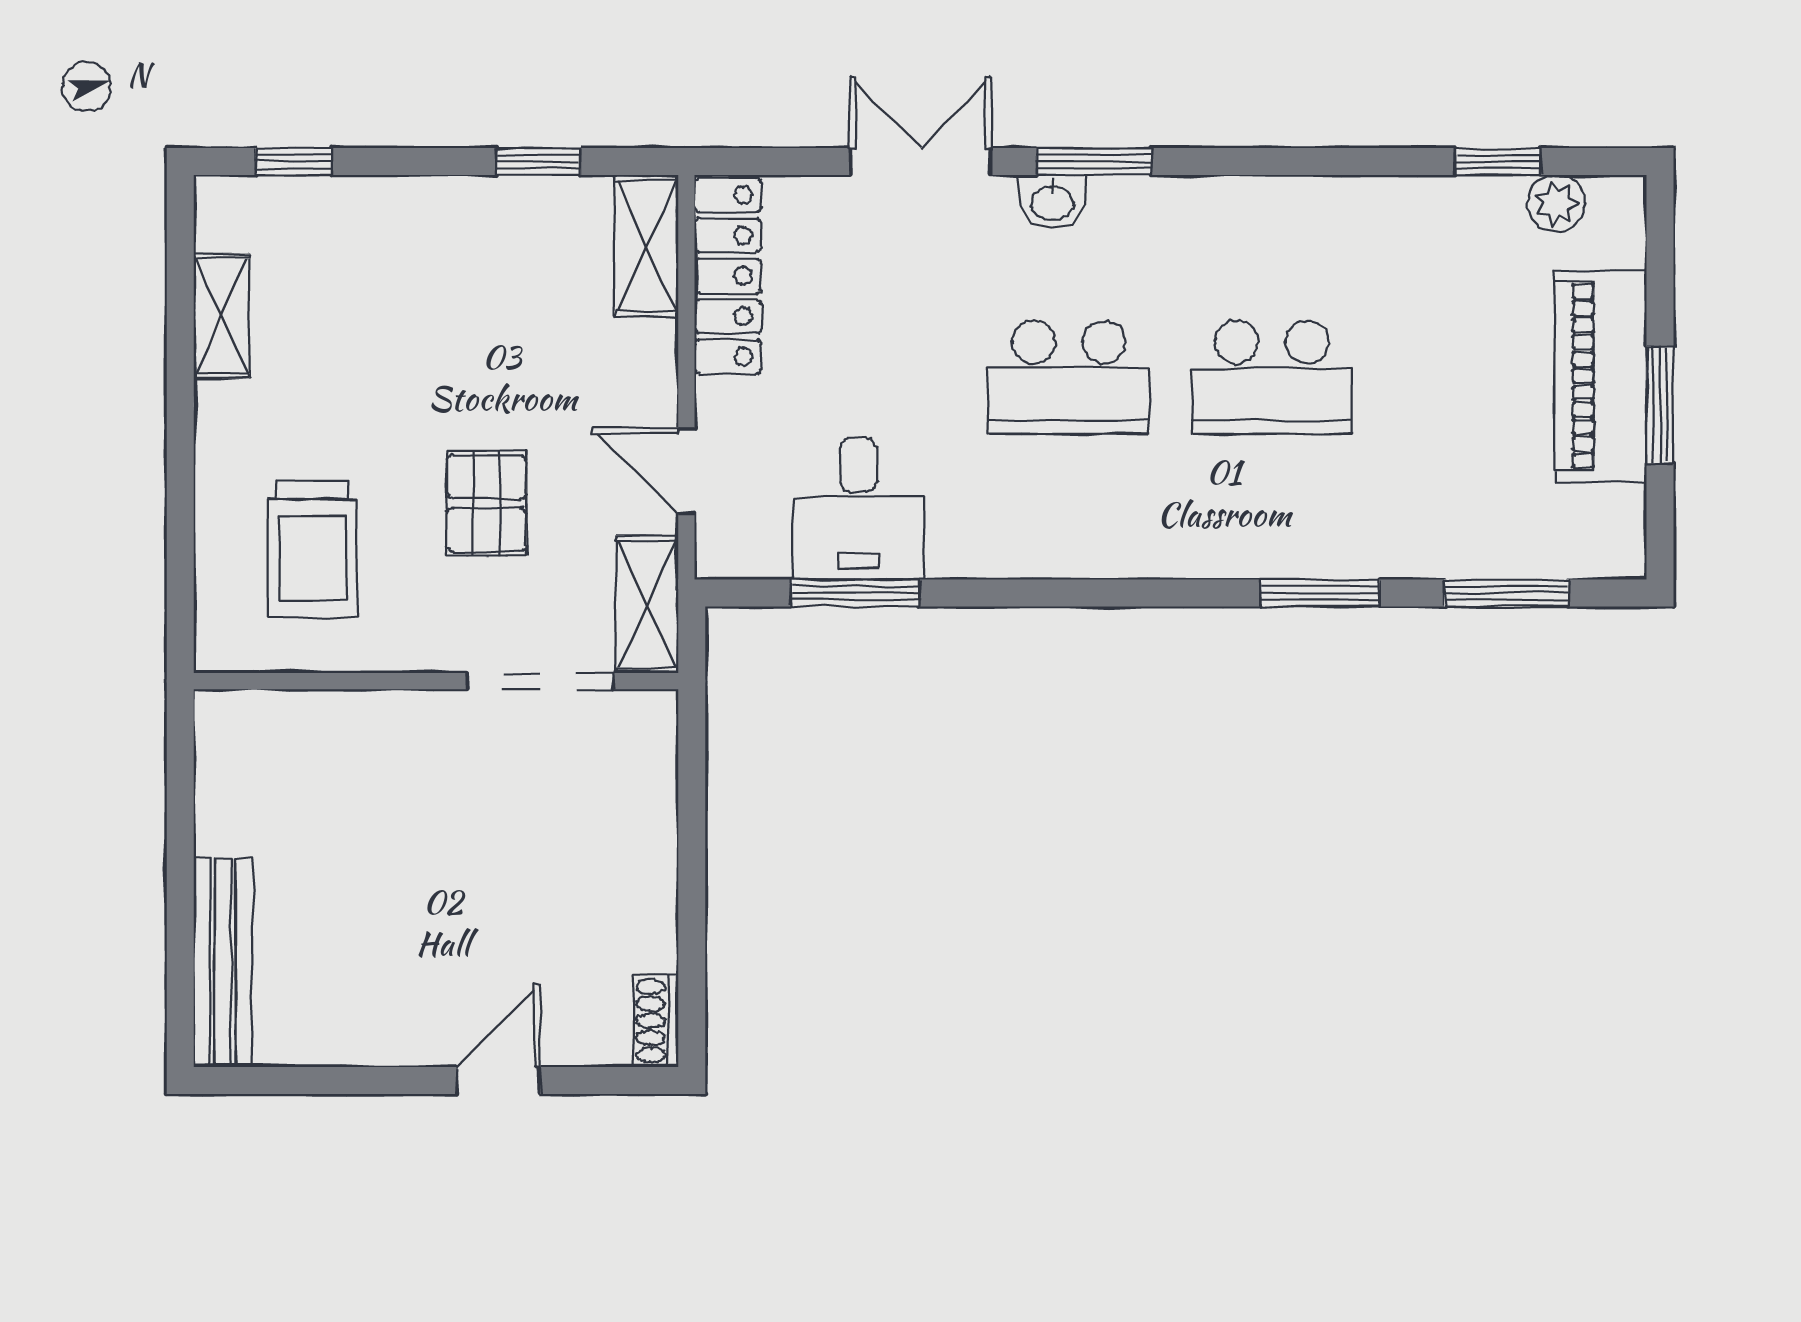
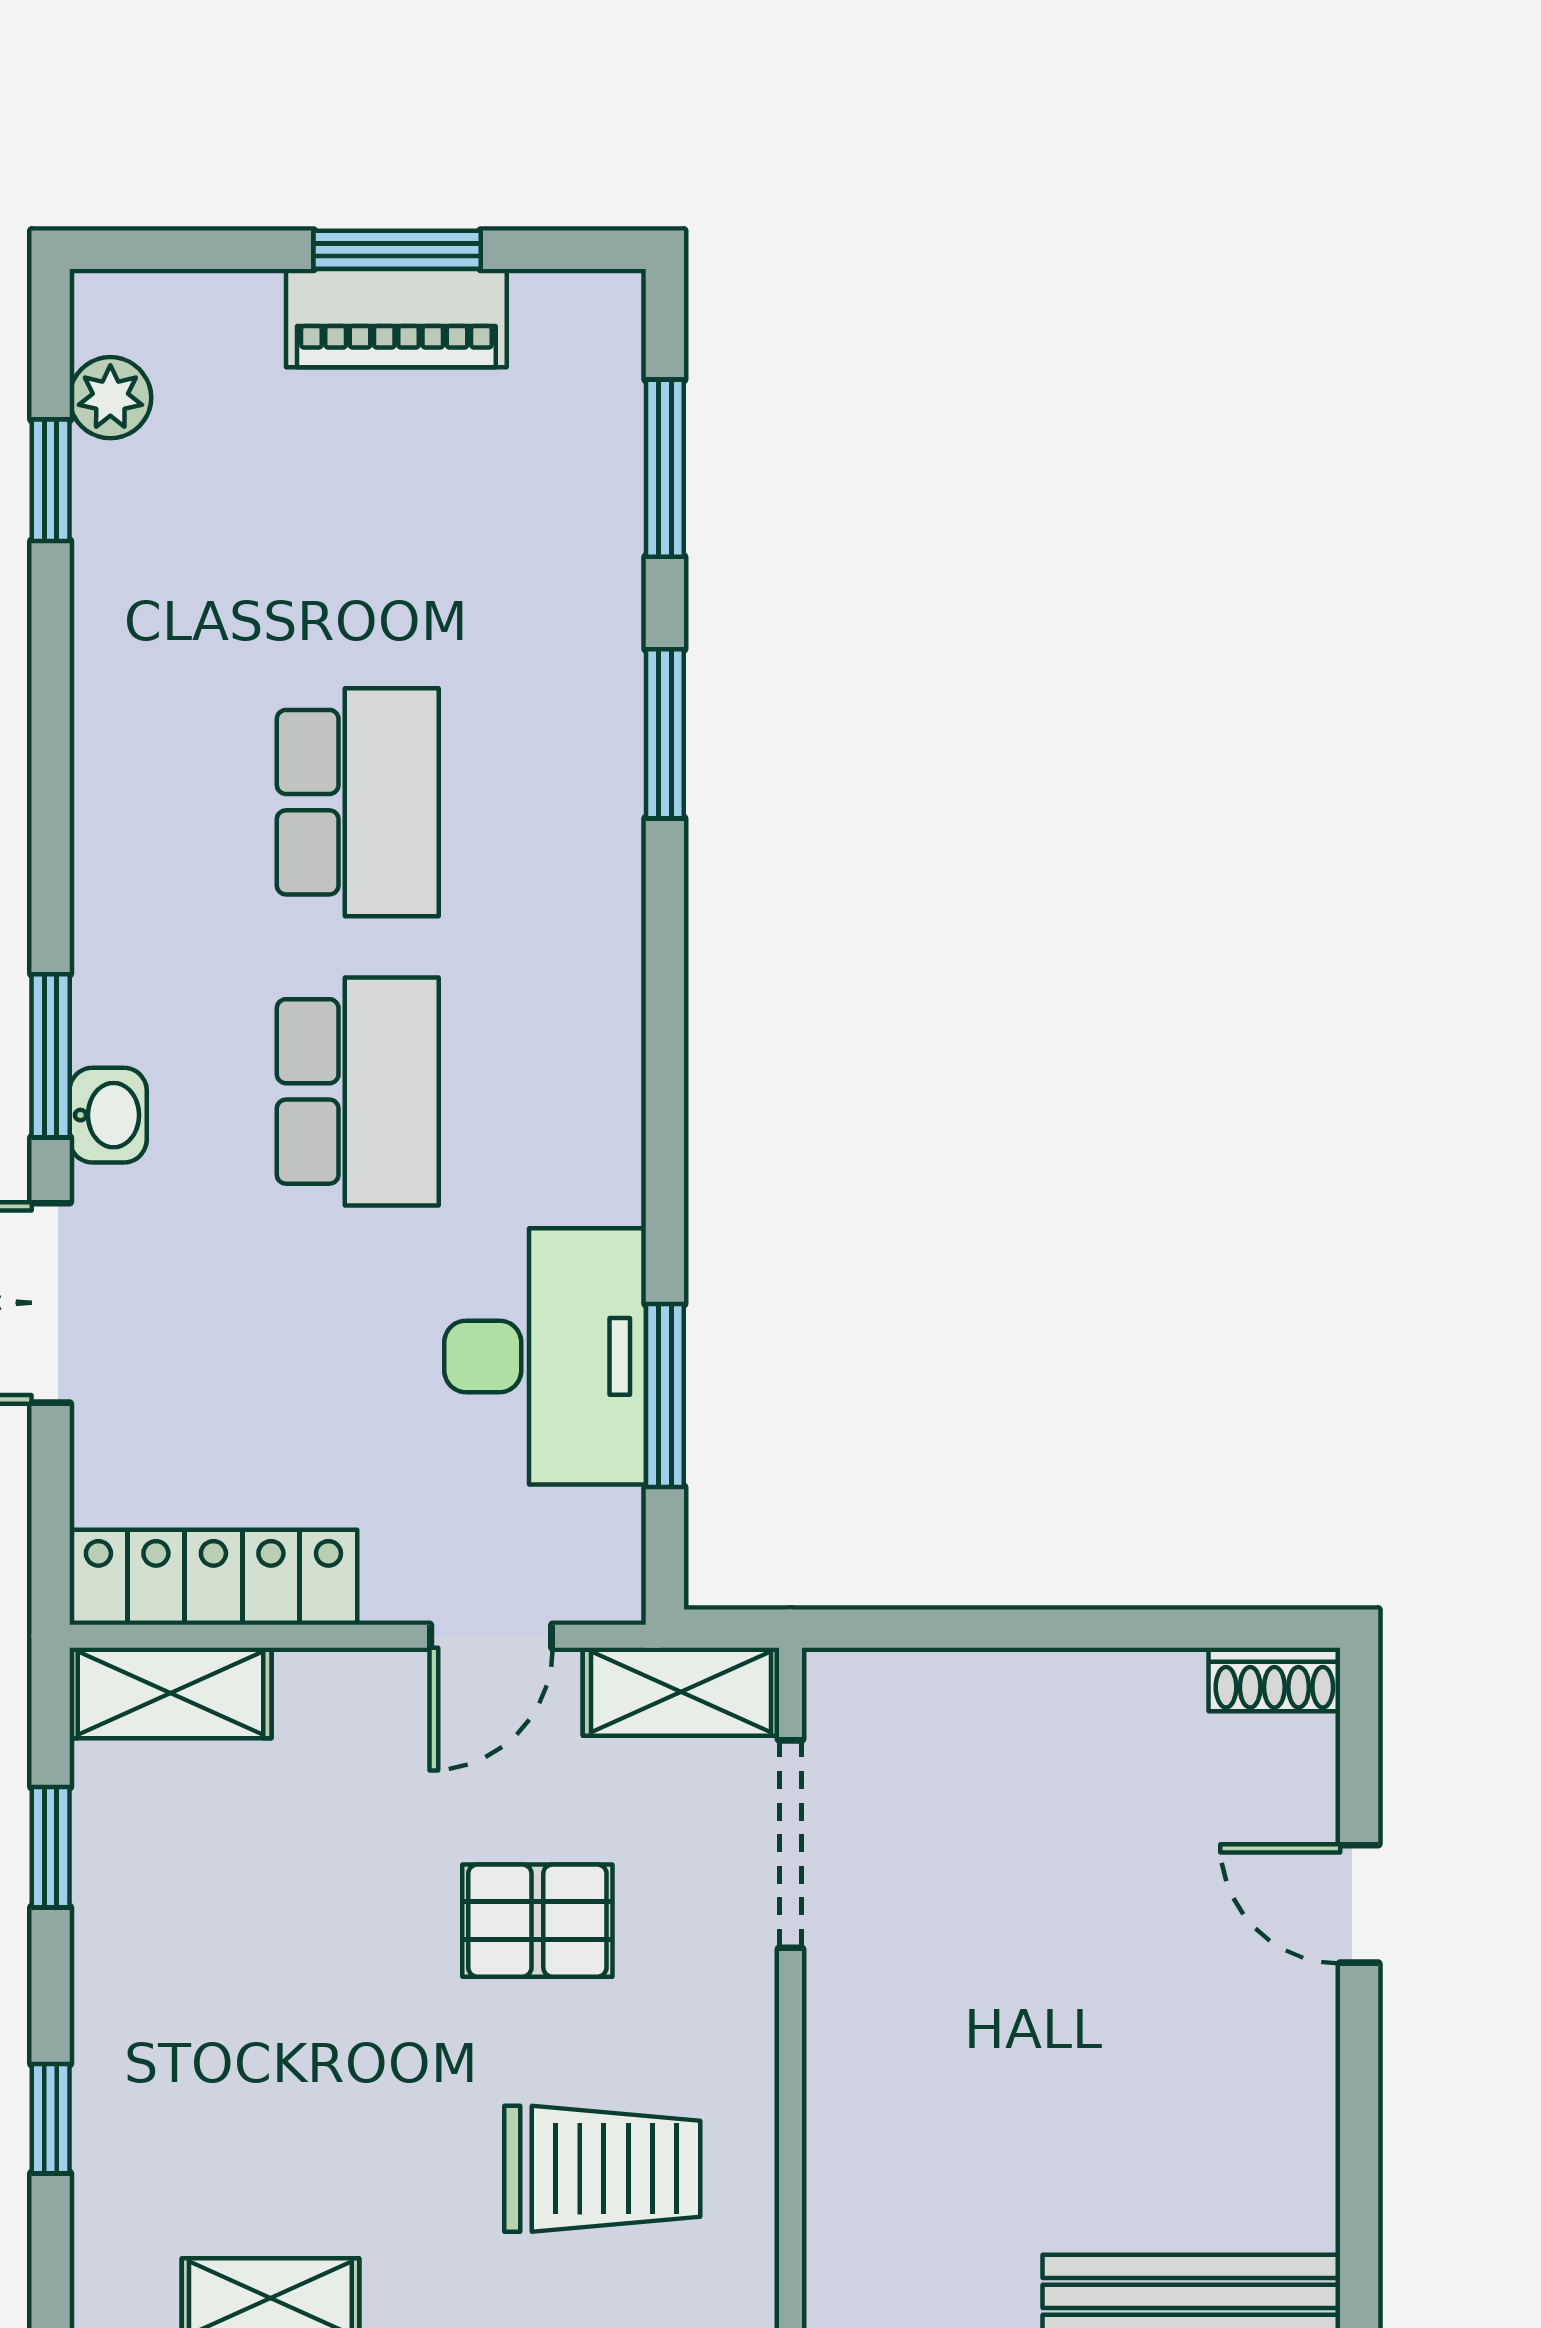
window: (294, 162) -> (51, 2119), moved
piano: (1601, 376) -> (396, 318), width x0.73, depth x0.75
desk: (858, 509) -> (545, 1356), width x1.37

